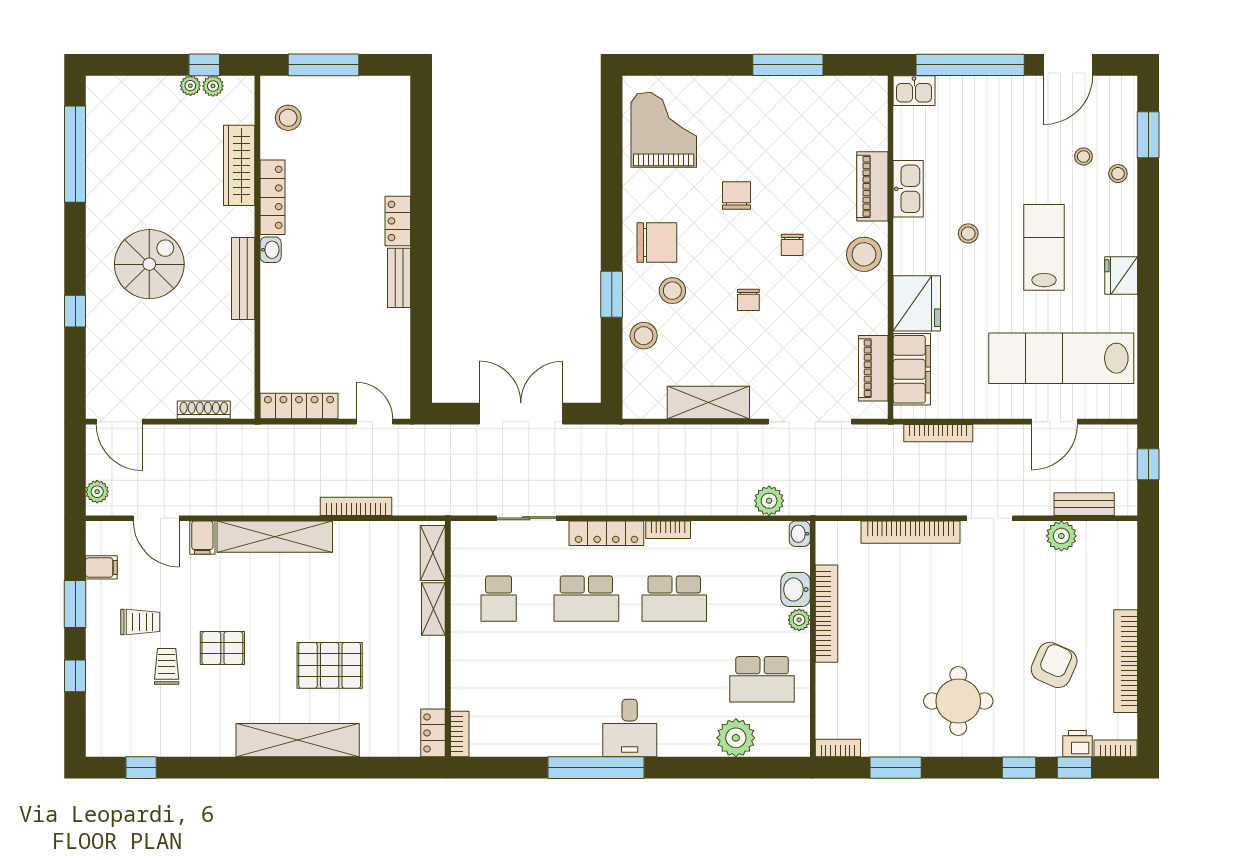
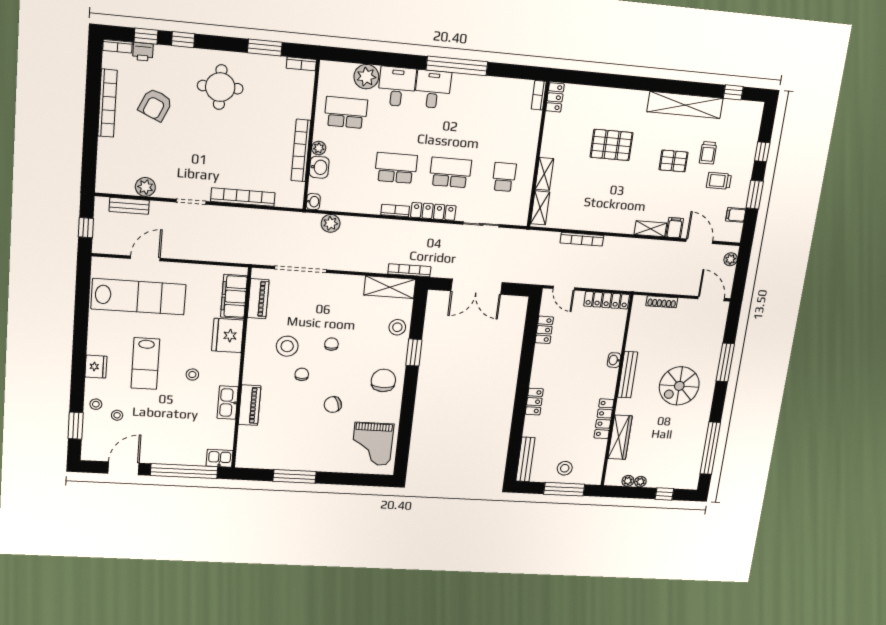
window: (204, 65) -> (664, 494), moved
stool: (288, 118) -> (565, 468), moved
chair: (736, 196) -> (333, 405), turned 69
chair: (657, 243) -> (383, 380), turned 90
washbasin: (271, 250) -> (614, 360), moved
stool: (864, 254) -> (287, 346), moved
fridge: (1121, 276) -> (96, 367), moved
bench: (399, 278) -> (525, 459), moved, width x1.36
stool: (672, 291) -> (377, 352), removed
window: (75, 311) -> (725, 362), width x2.17
locker: (398, 348) -> (544, 330), added
shelving: (708, 403) -> (390, 287), moved
bookcase: (938, 433) -> (409, 270), moved
shelving: (275, 537) -> (650, 229), width x0.45, depth x0.75
desk: (687, 727) -> (397, 87), added
shelving: (298, 740) -> (685, 105), moved

